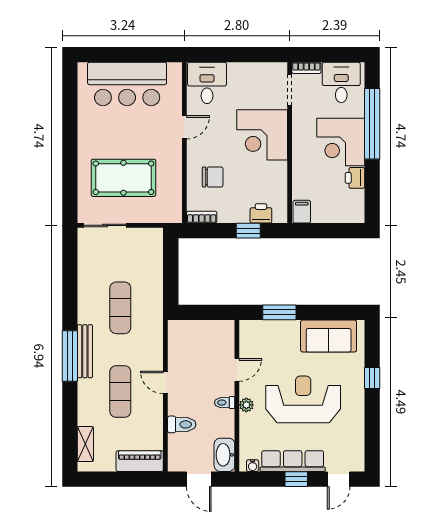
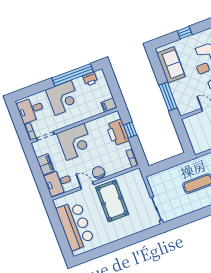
filing cabinet: (244, 73) -> (45, 164), added
window: (372, 124) -> (73, 75), moved
chair: (213, 177) -> (98, 172), moved
pool table: (123, 178) -> (112, 201), moved
printer: (355, 178) -> (90, 79), moved
printer: (261, 213) -> (117, 133), width x1.87, depth x1.48
window: (279, 312) -> (168, 96), width x1.44

